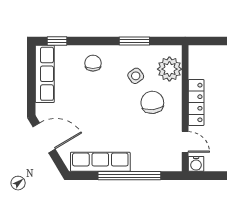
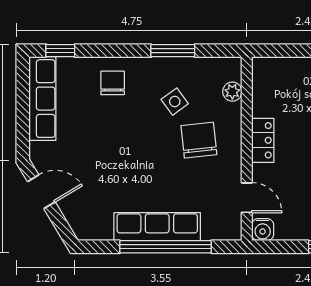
plant: (169, 69) -> (232, 92), width x0.53, depth x0.53
locker: (196, 102) -> (263, 140), width x0.66
door: (44, 138) -> (41, 192), width x0.73
row of seats: (100, 162) -> (157, 227), moved

